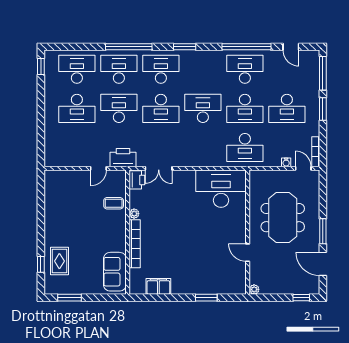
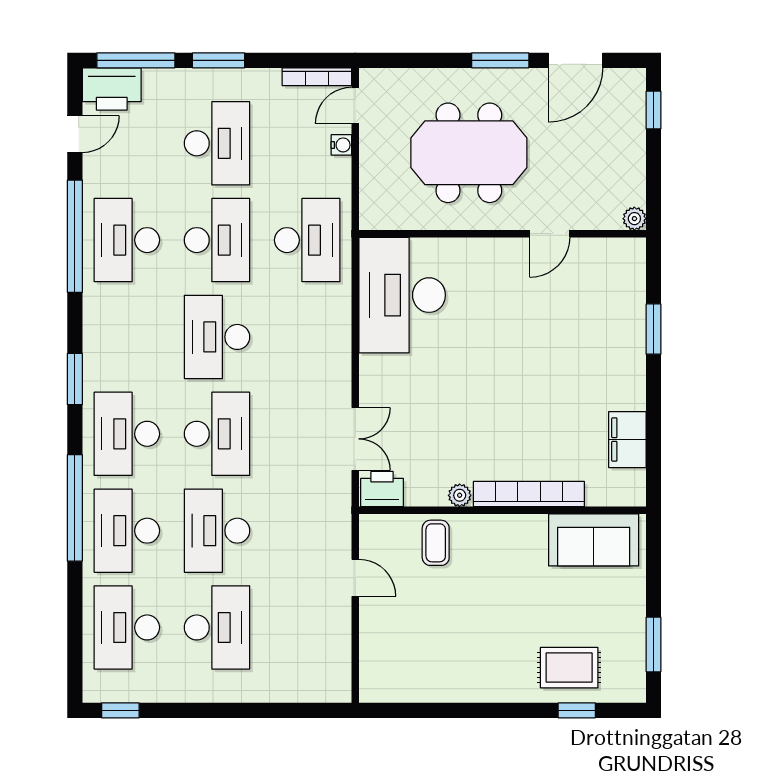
printer: (123, 158) -> (112, 89), moved, turned -90

